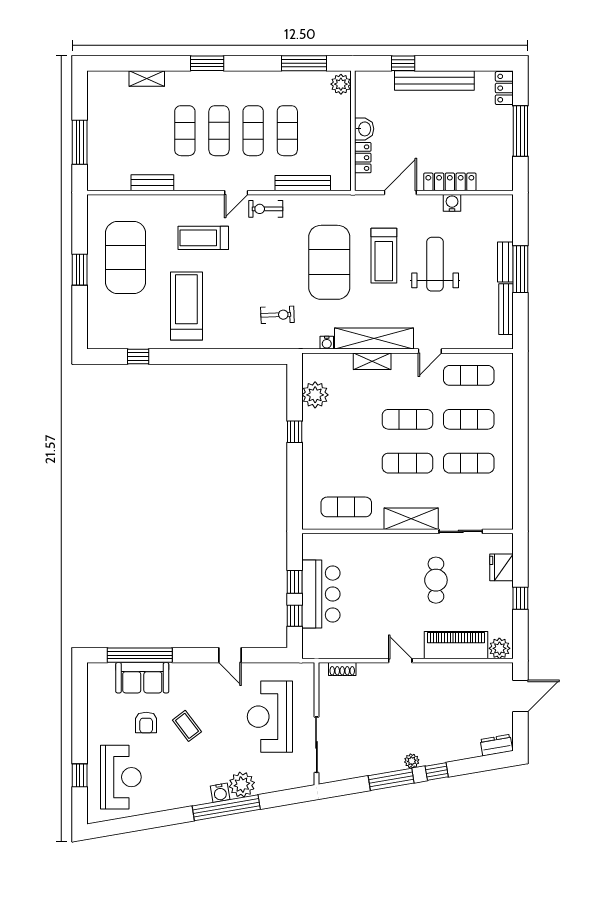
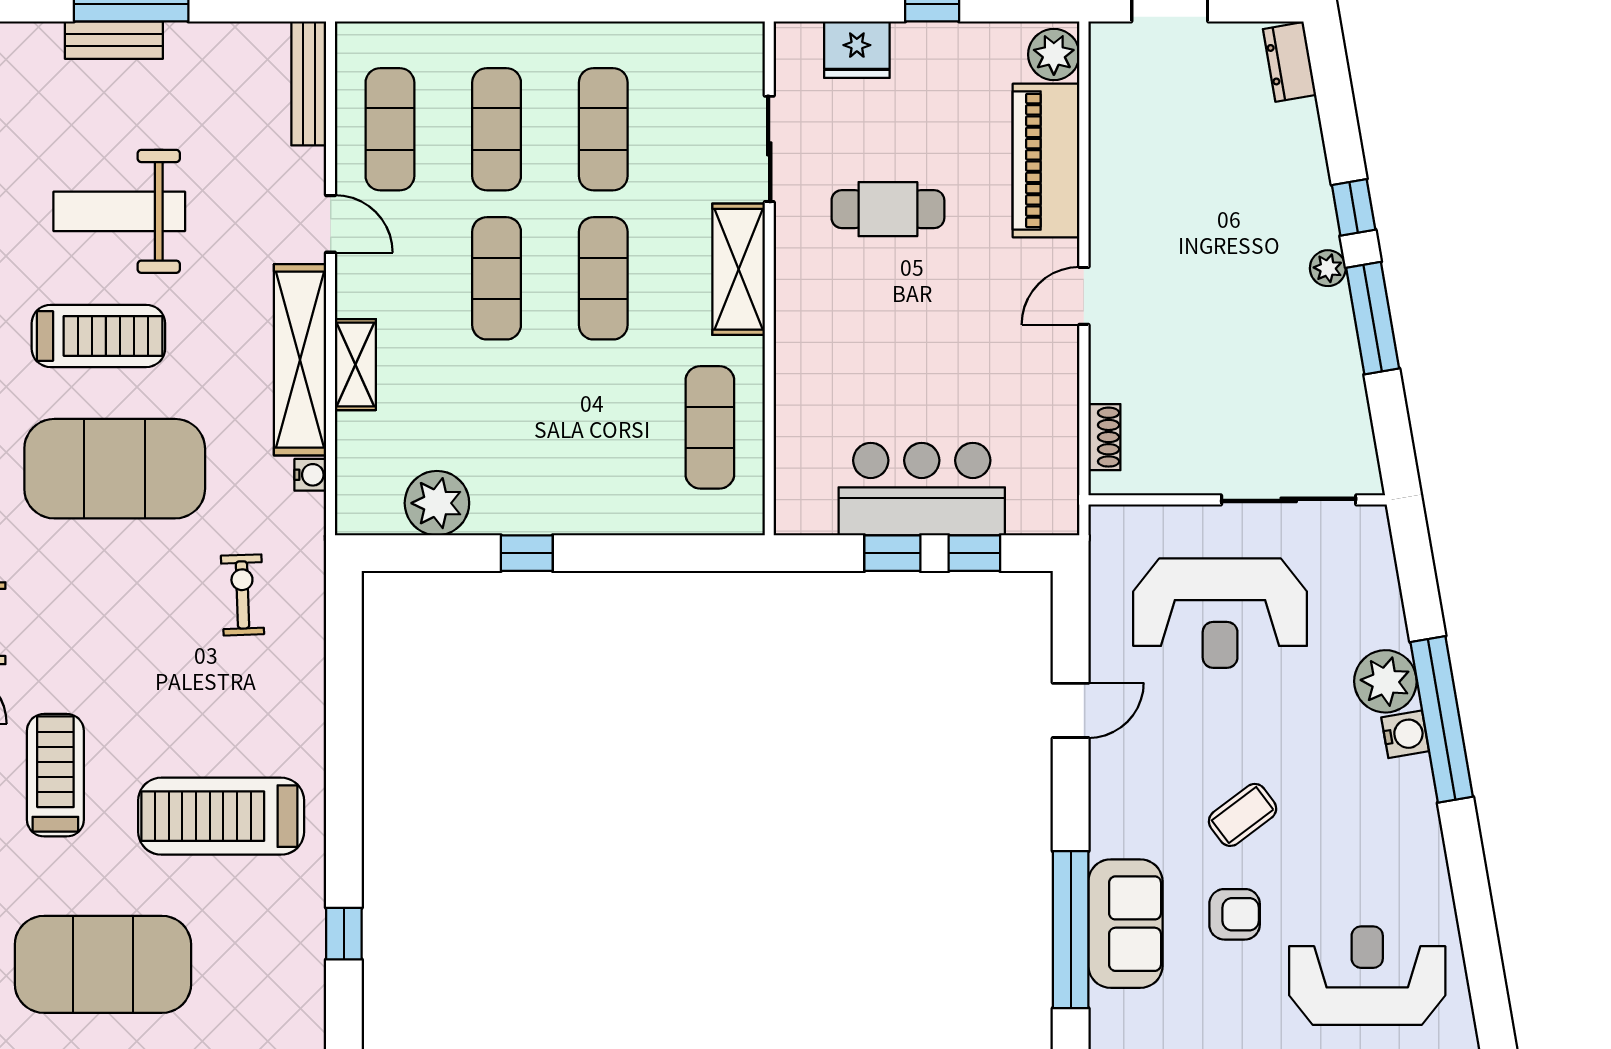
treadmill: (203, 238) -> (55, 775), turned 180
bench: (506, 309) -> (309, 83), moved, turned 90

